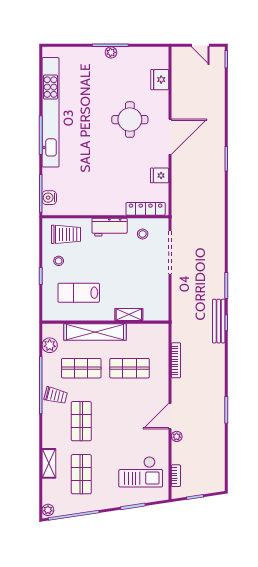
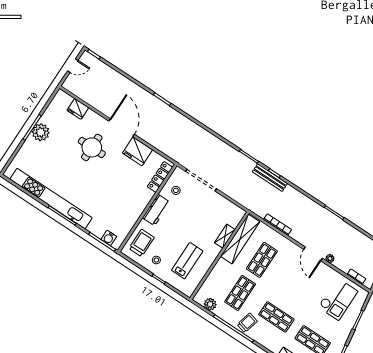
plant: (111, 52) -> (41, 132), width x1.88, depth x1.88
fridge: (160, 175) -> (138, 151), width x1.88, depth x1.34
lab bench: (79, 293) -> (187, 261), turned 180
shelving: (95, 332) -> (240, 239), moved

